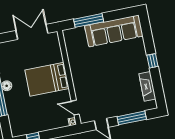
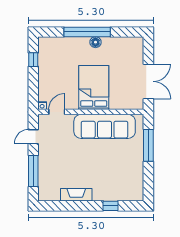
sofa: (114, 31) -> (105, 126), moved, turned -90
window: (152, 61) -> (110, 206), moved
fireplace: (147, 86) -> (76, 195), moved

